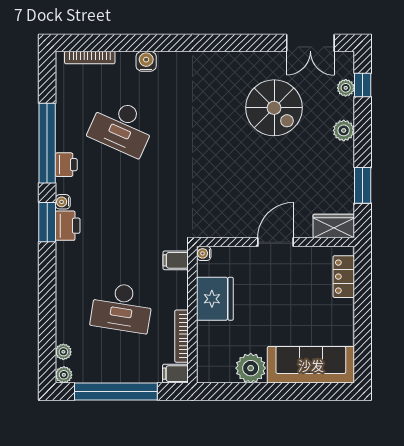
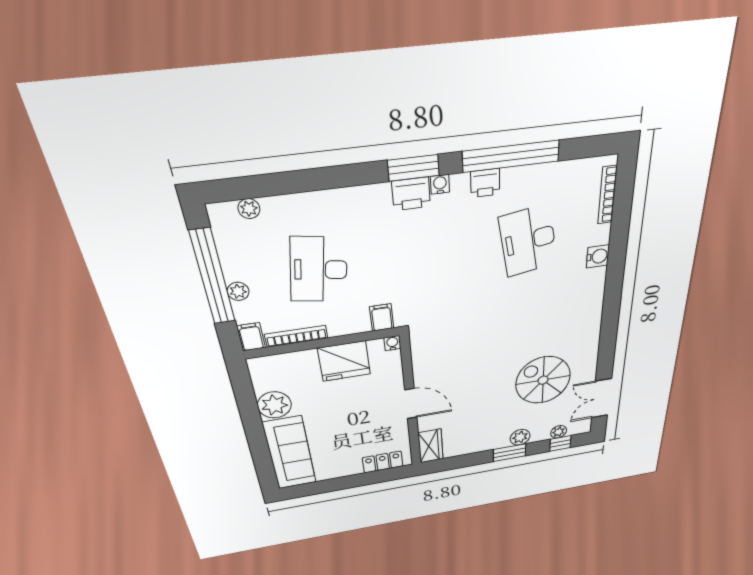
spiral stairs: (274, 108) -> (543, 380), turned 90
desk: (122, 127) -> (528, 241), turned -33
window: (363, 185) -> (510, 453), moved
plant: (64, 375) -> (238, 291), moved

